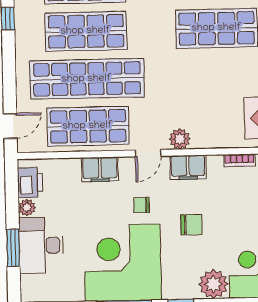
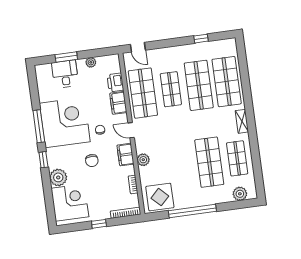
shop shelf: (87, 79) -> (171, 89), width x0.50, depth x0.74
plant: (180, 139) -> (143, 160), moved
printer: (30, 182) -> (115, 82), moved, turned 90
desk: (41, 245) -> (65, 74), width x0.73

